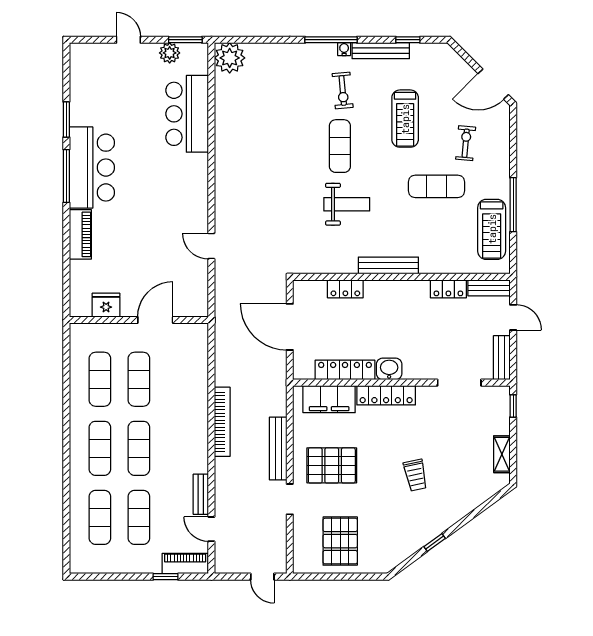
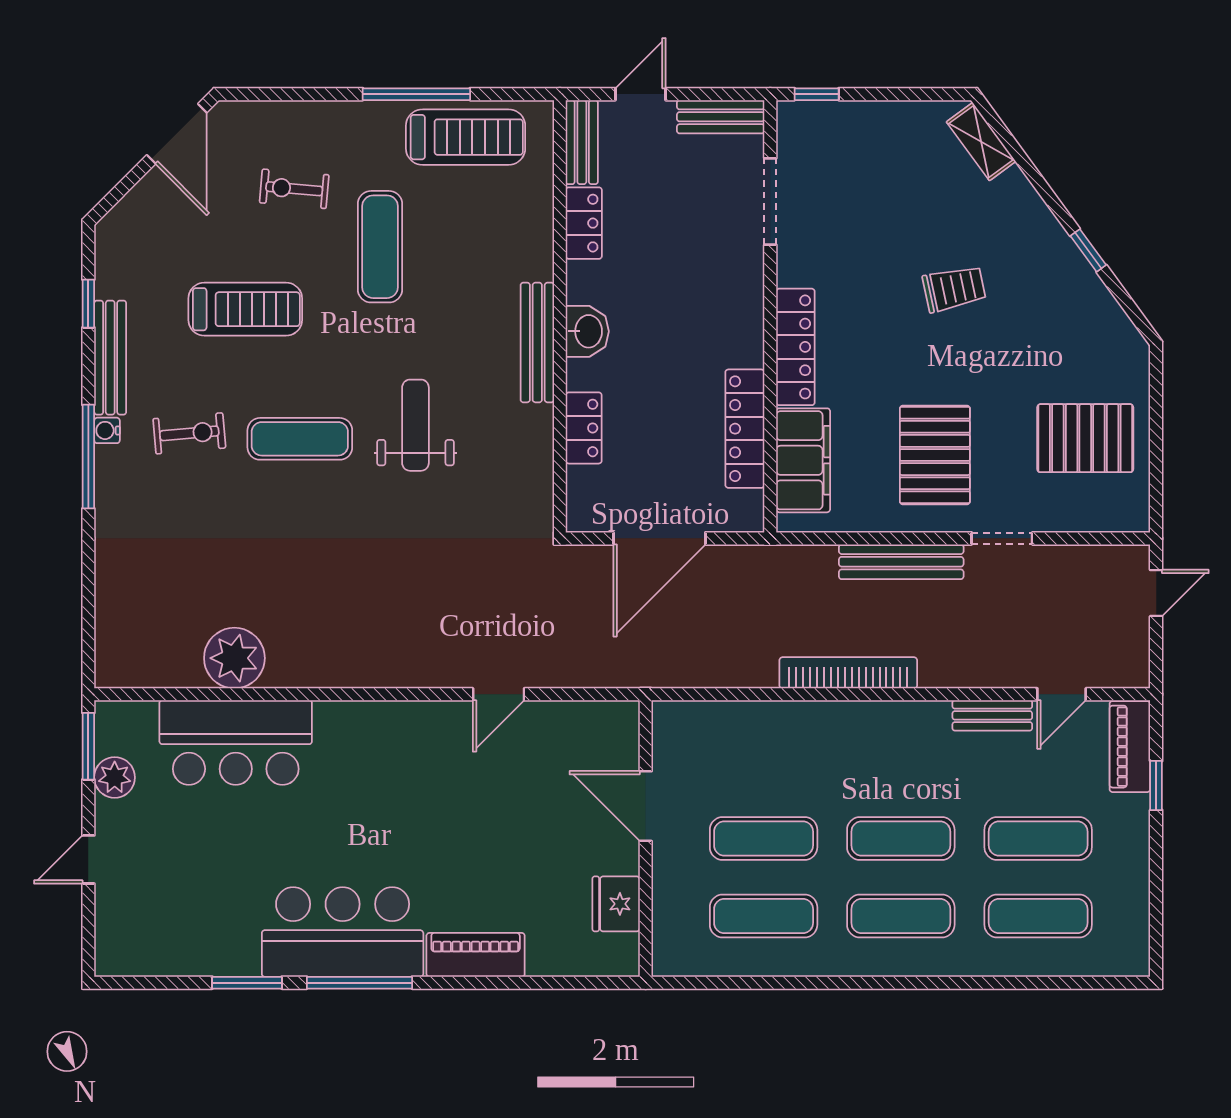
plant: (230, 58) -> (234, 658), moved
washbasin: (389, 369) -> (587, 331), moved, turned 180
shelving: (502, 454) -> (981, 142), moved, turned 54

